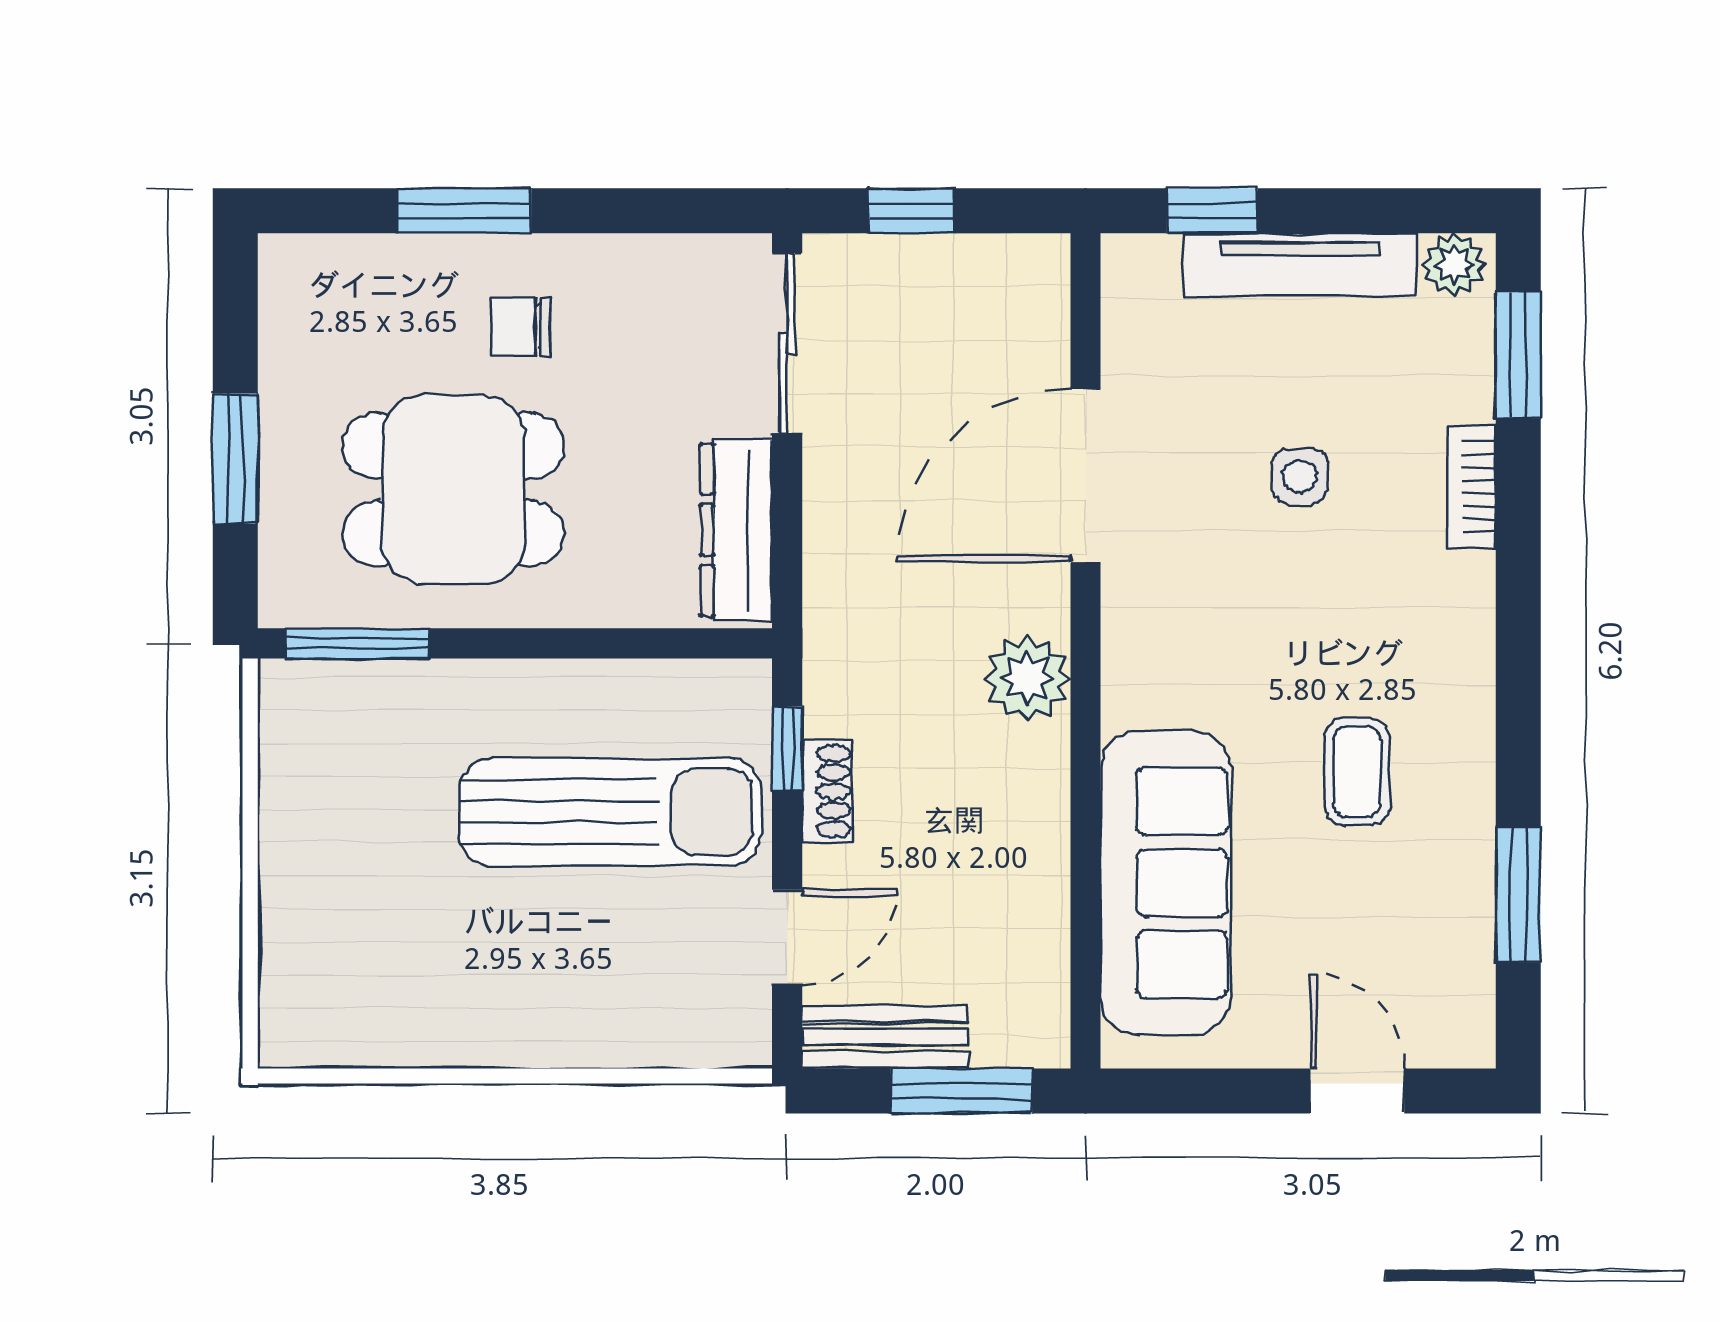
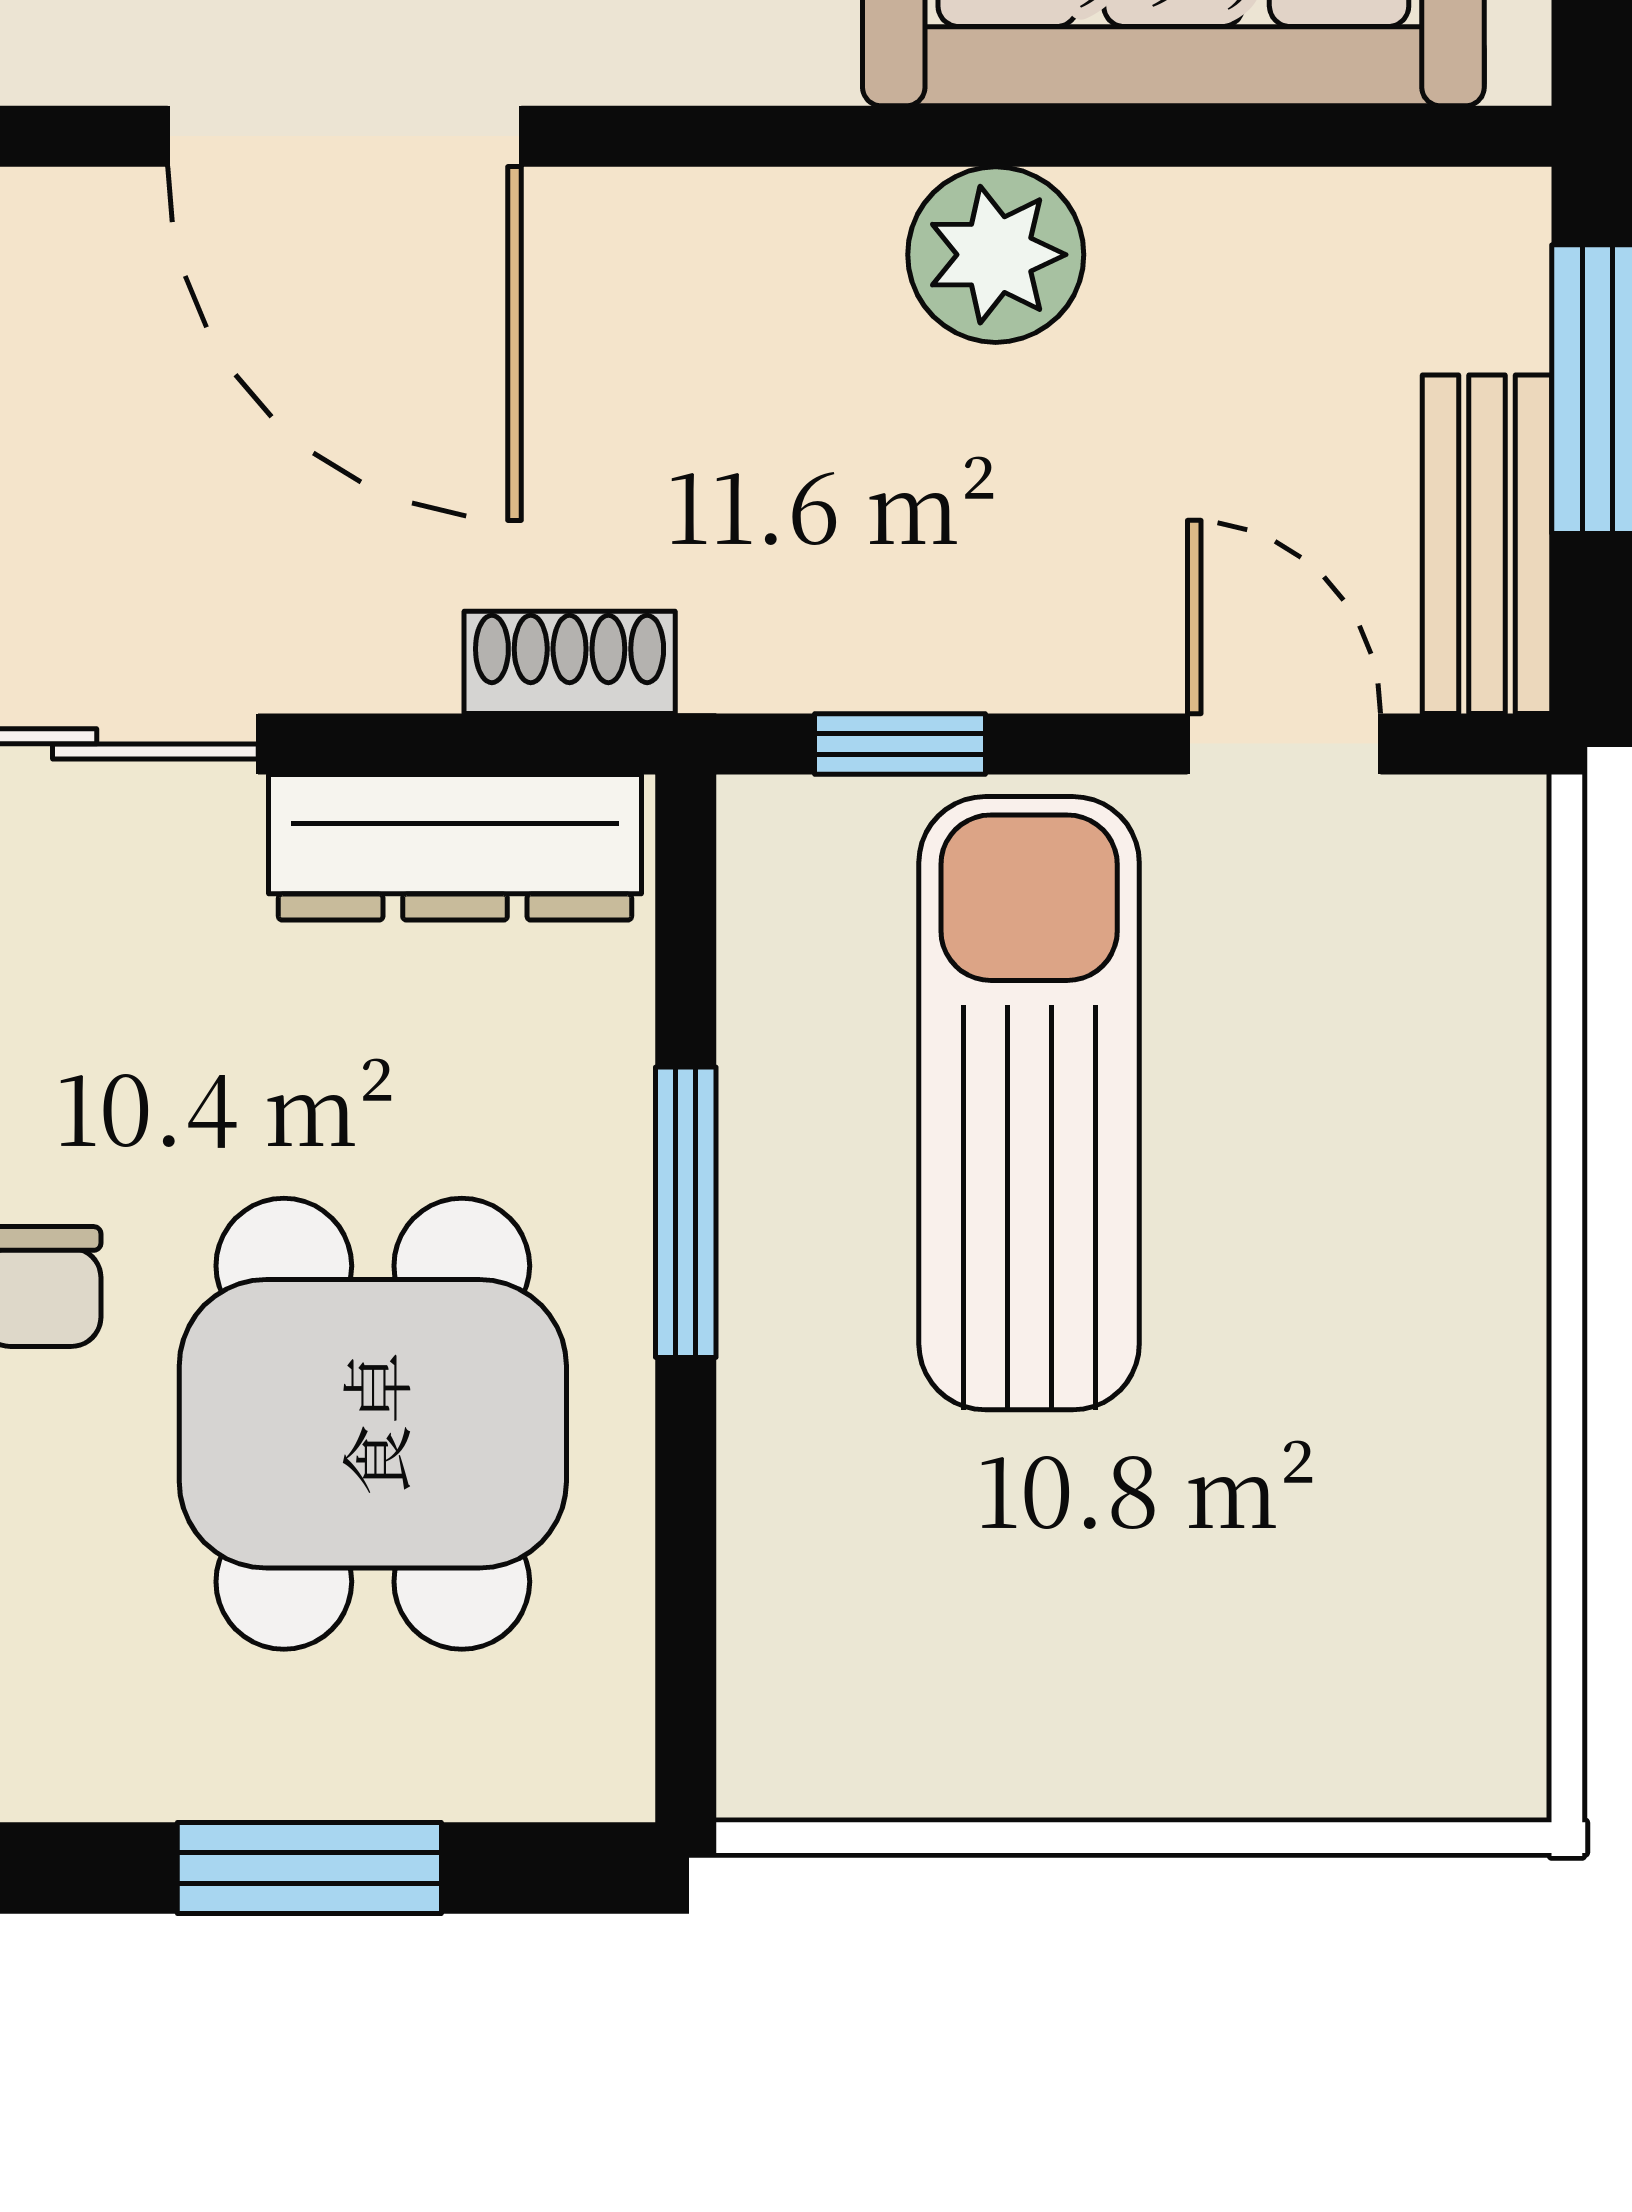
window: (357, 643) -> (686, 1212), moved
plant: (1027, 678) -> (996, 255), moved
shoe rack: (827, 791) -> (570, 662), moved

